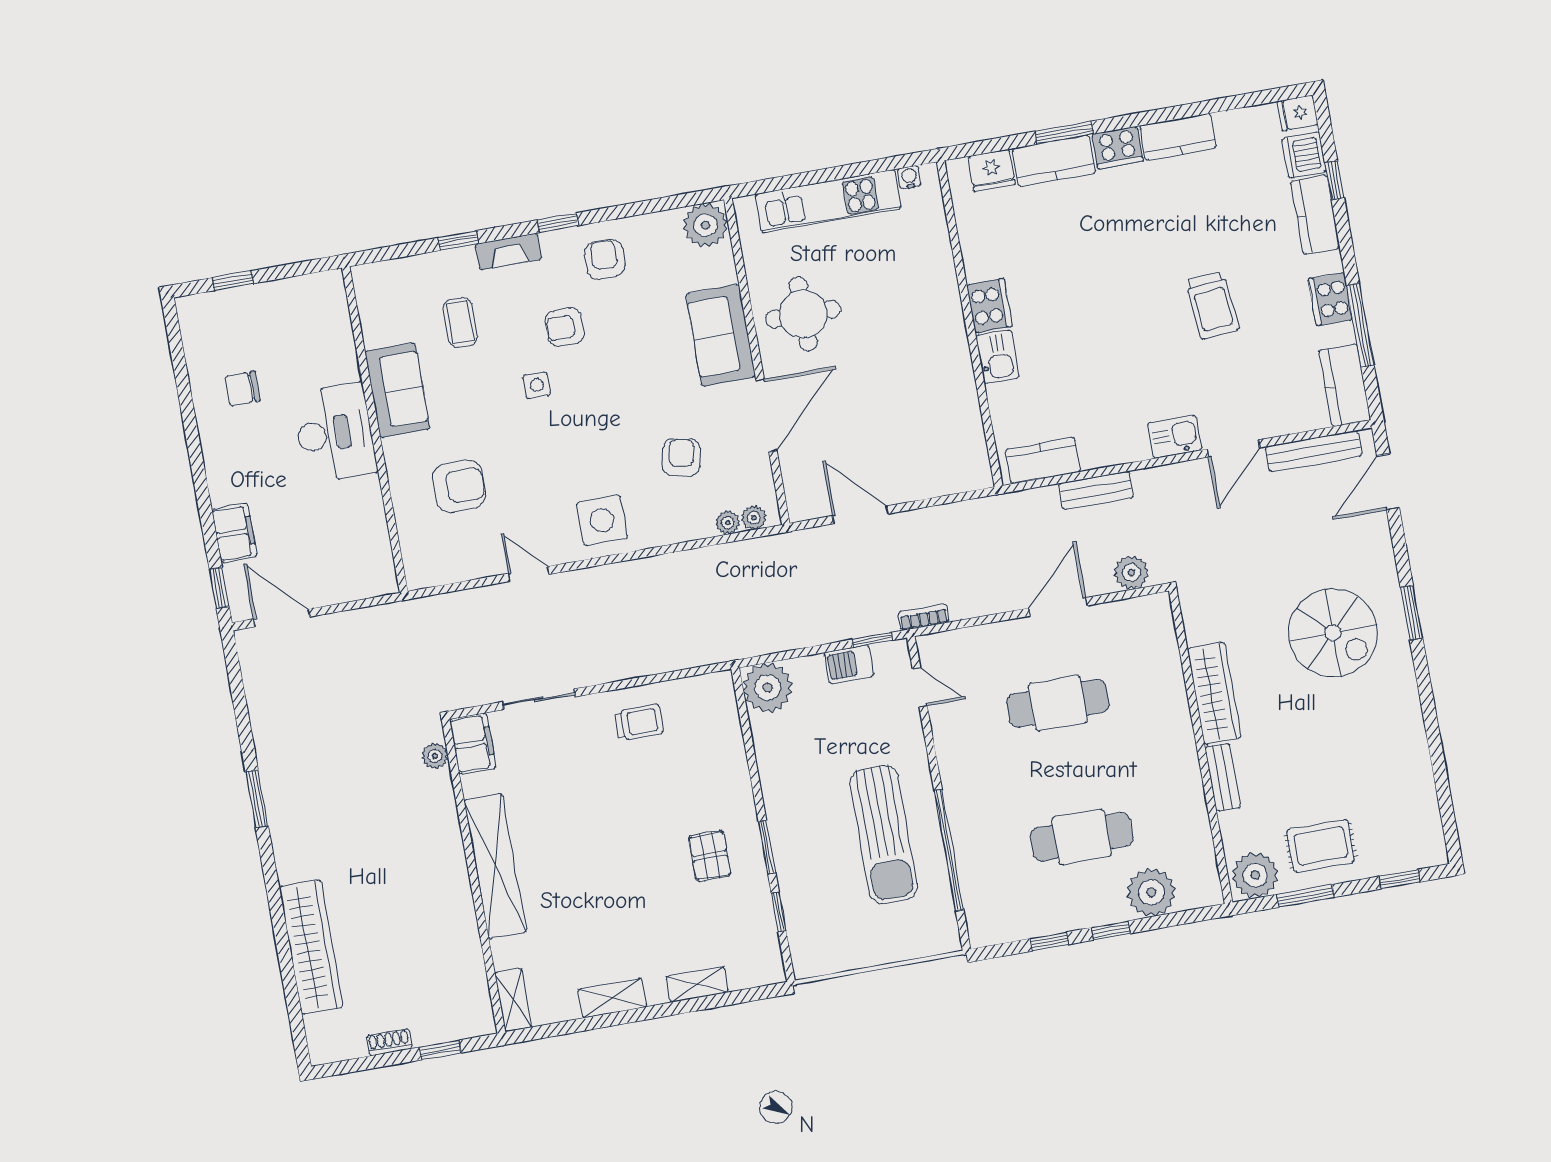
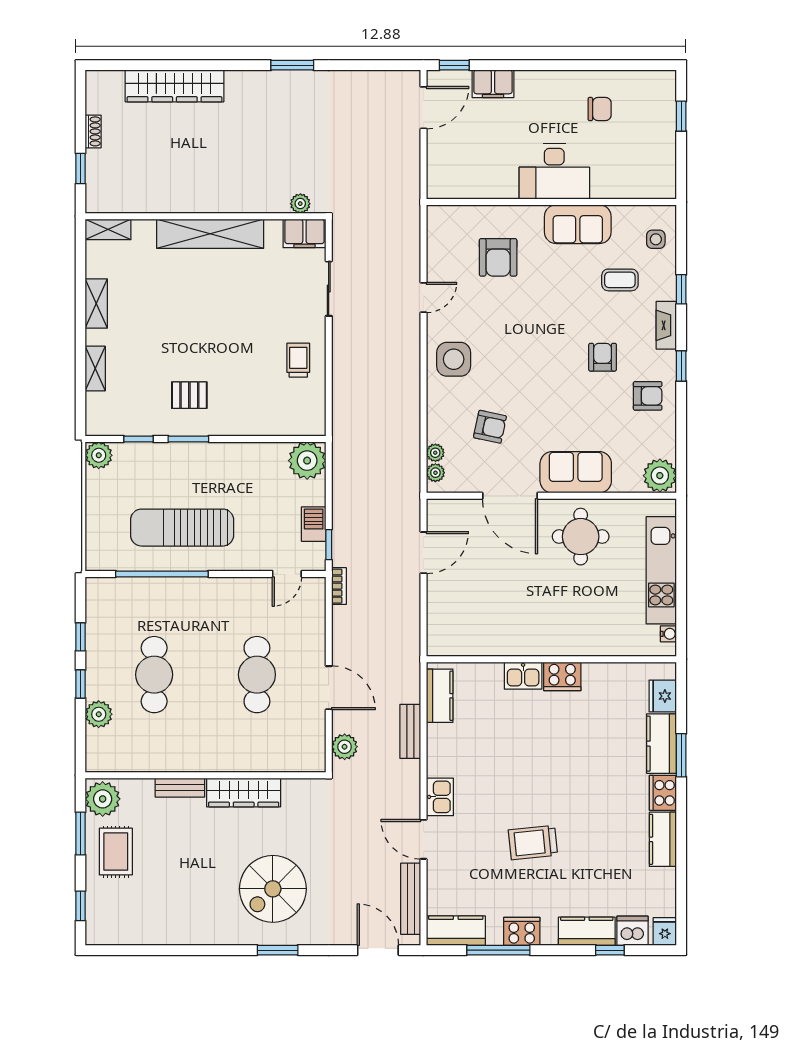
side table: (537, 385) -> (656, 239), moved
chair: (242, 388) -> (600, 109), turned 90
trolley: (639, 722) -> (298, 360), turned 180
plant: (1151, 892) -> (99, 714), width x0.73, depth x0.73
plant: (809, 960) -> (99, 455), added

